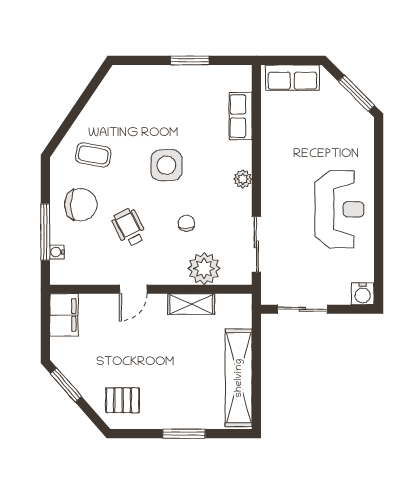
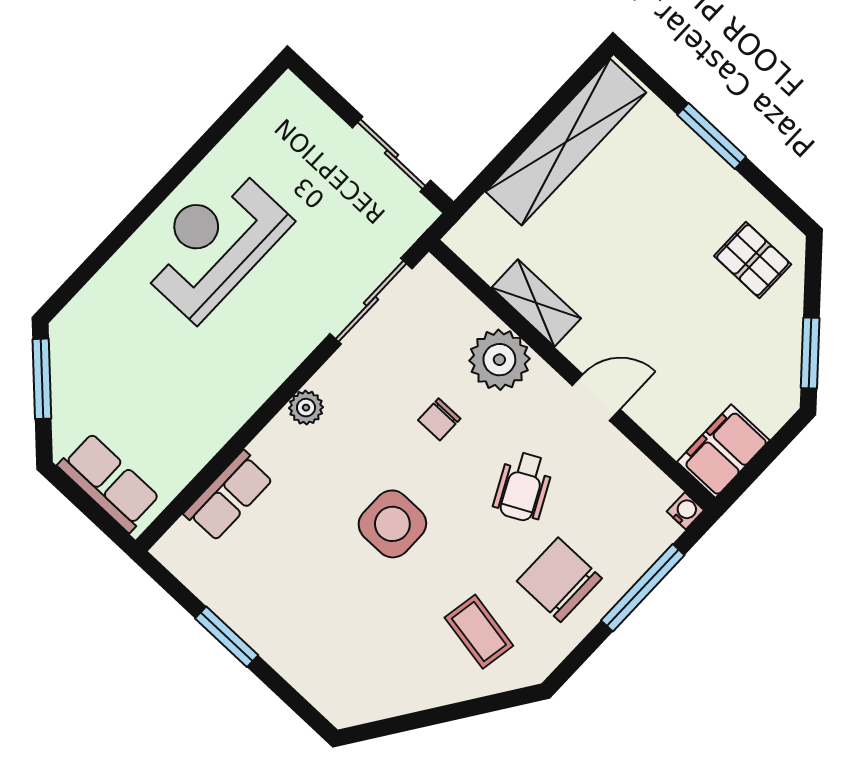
water cooler: (57, 252) -> (685, 511), moved, turned -90
plant: (204, 269) -> (499, 360), moved
water cooler: (363, 294) -> (290, 98), removed

